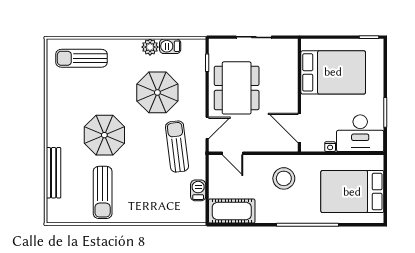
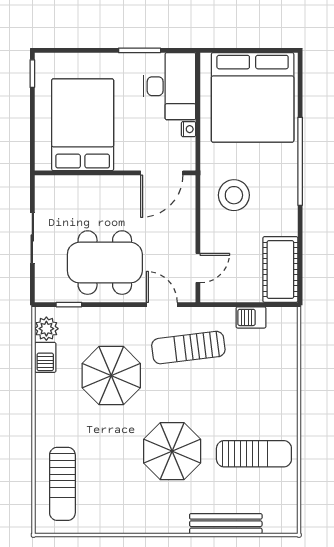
plant: (150, 47) -> (46, 329), moved
bed: (352, 192) -> (253, 97), width x1.36

